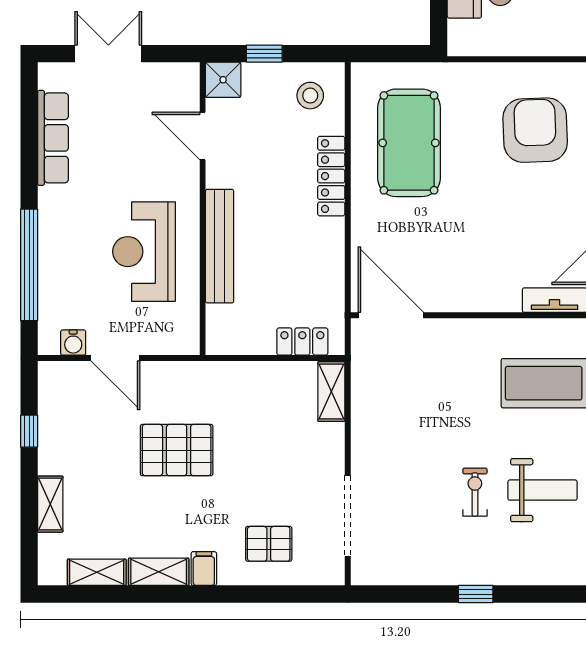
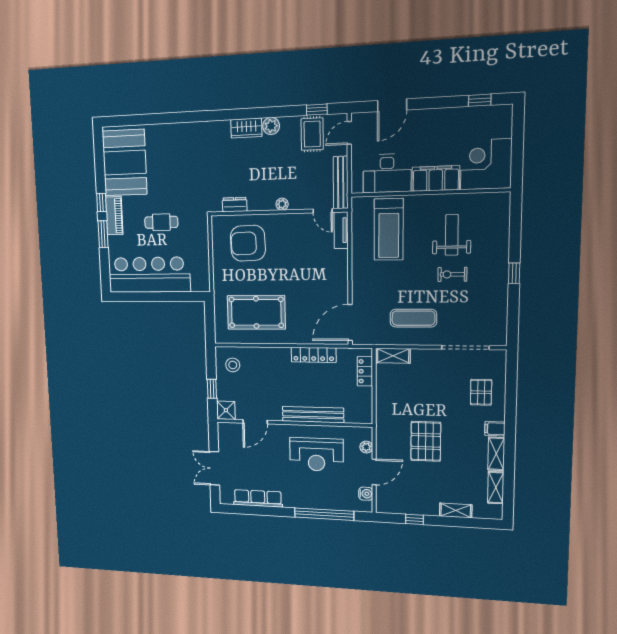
locker: (331, 176) -> (314, 355), moved
plant: (162, 344) -> (366, 447), added
exercise mat: (399, 427) -> (413, 318), added

